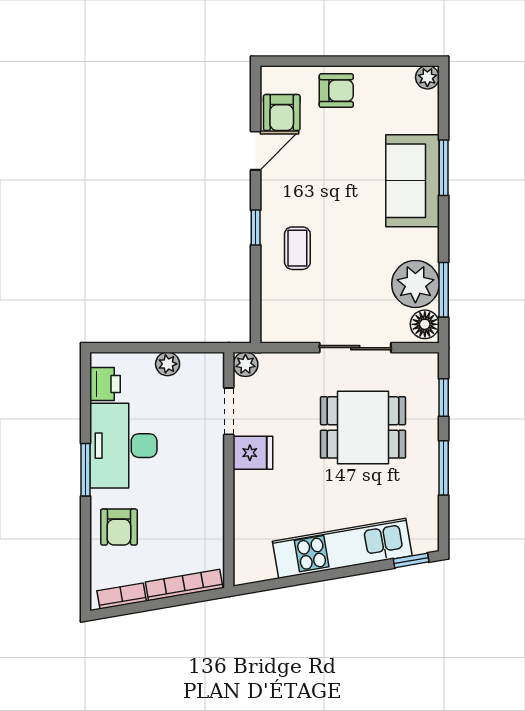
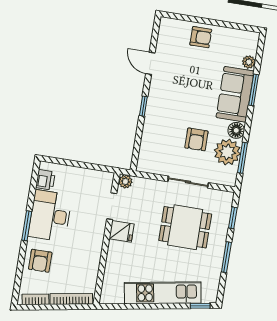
plant: (427, 77) -> (249, 62), moved
armchair: (282, 113) -> (196, 139), moved
door: (256, 151) -> (150, 63), swing flipped
coffee table: (297, 248) -> (165, 121), removed
floor lamp: (425, 324) -> (236, 130), moved
plant: (168, 364) -> (82, 174), removed

